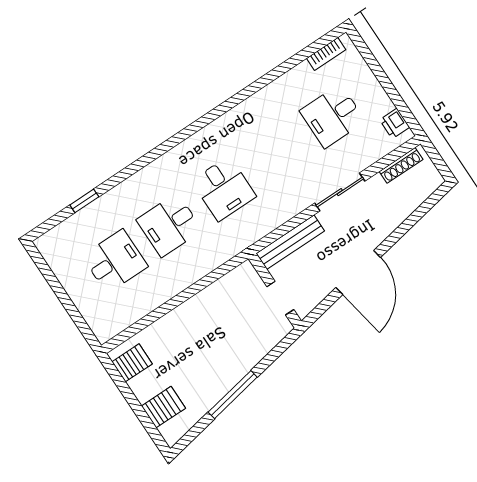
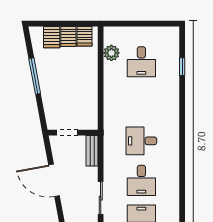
desk: (169, 225) -> (141, 180), moved, turned 180
bench: (290, 242) -> (92, 151), width x0.73
plant: (130, 310) -> (111, 53), added
server rack: (147, 385) -> (68, 37), added

